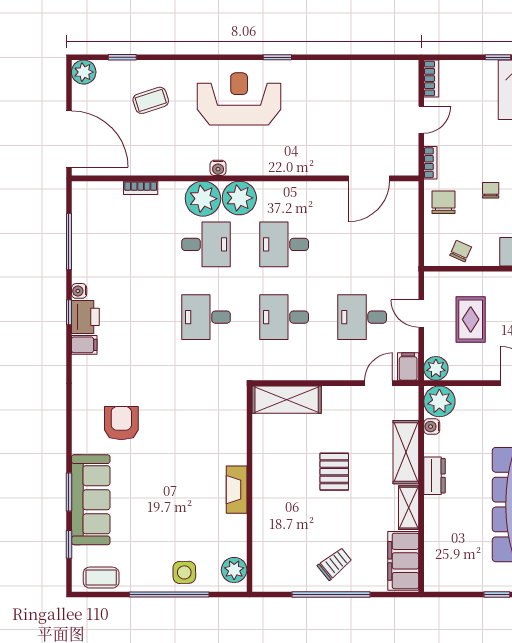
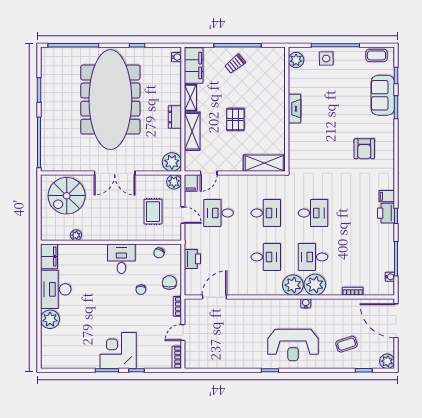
chair: (443, 202) -> (169, 282), turned 180
printer: (405, 241) -> (192, 259), added
water cooler: (79, 291) -> (390, 277), moved
desk: (362, 317) -> (219, 213), turned 180
water cooler: (432, 427) -> (176, 57), moved
sofa: (91, 500) -> (383, 95), width x0.73

